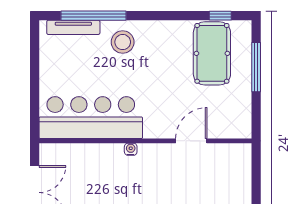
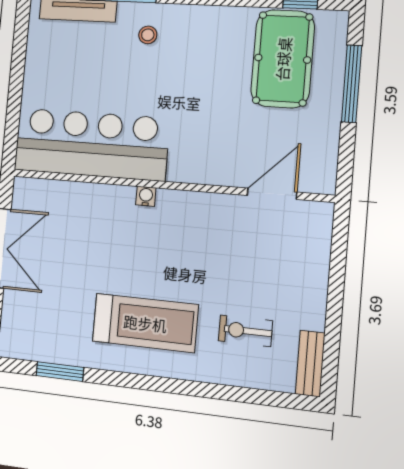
stool: (123, 42) -> (148, 35), width x0.53, depth x0.53
door: (191, 141) -> (272, 194), moved

